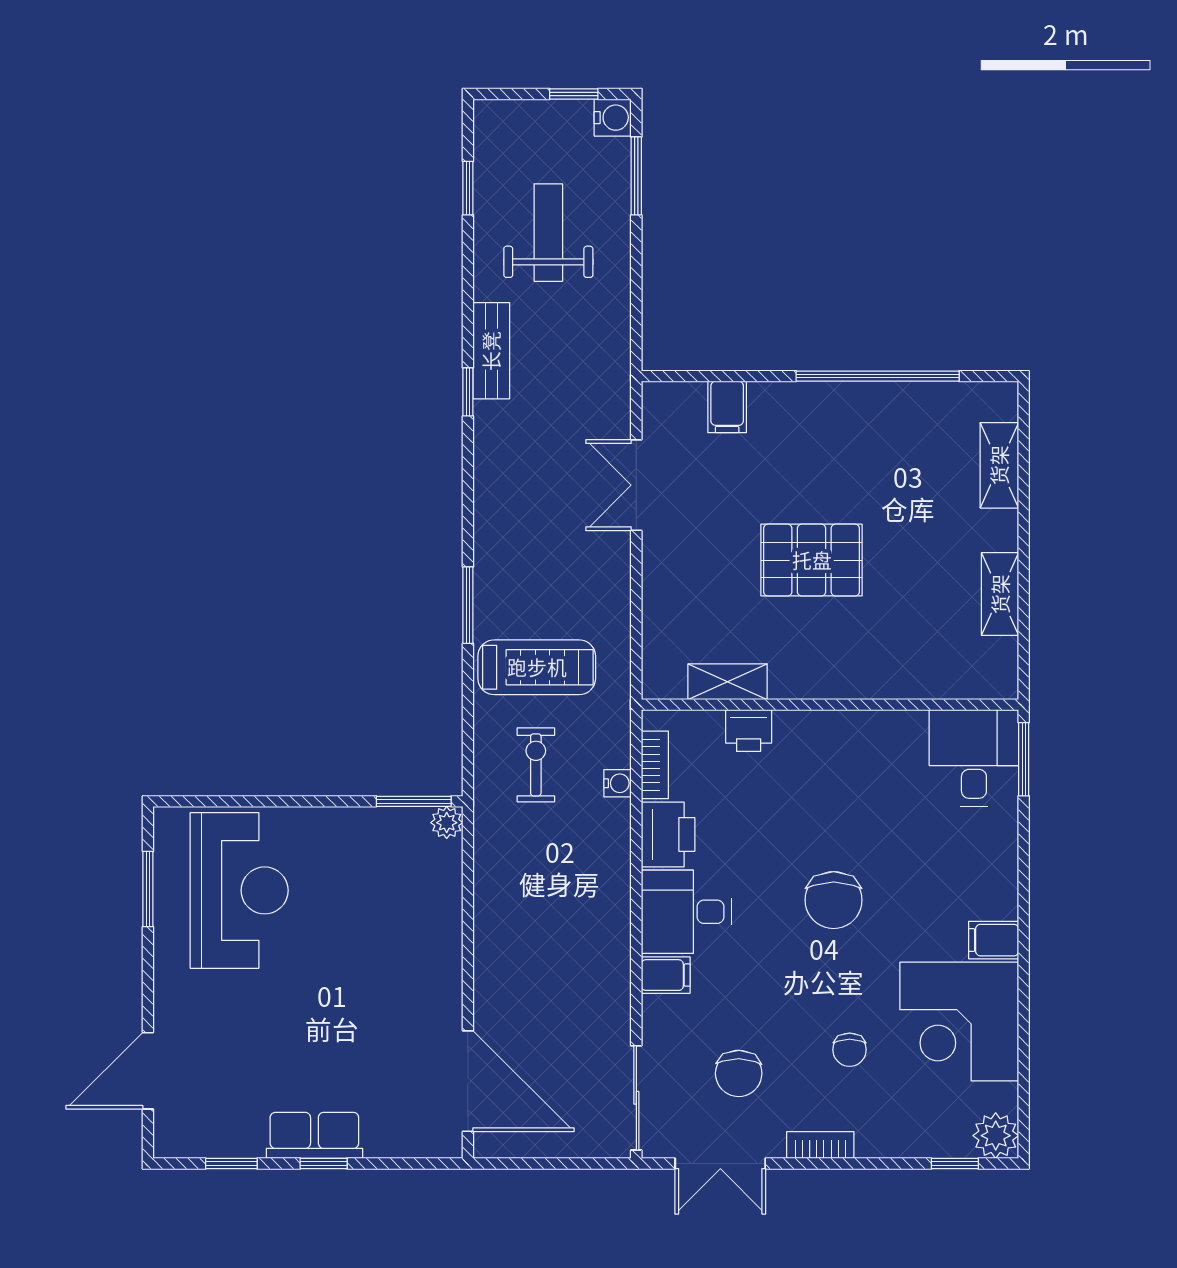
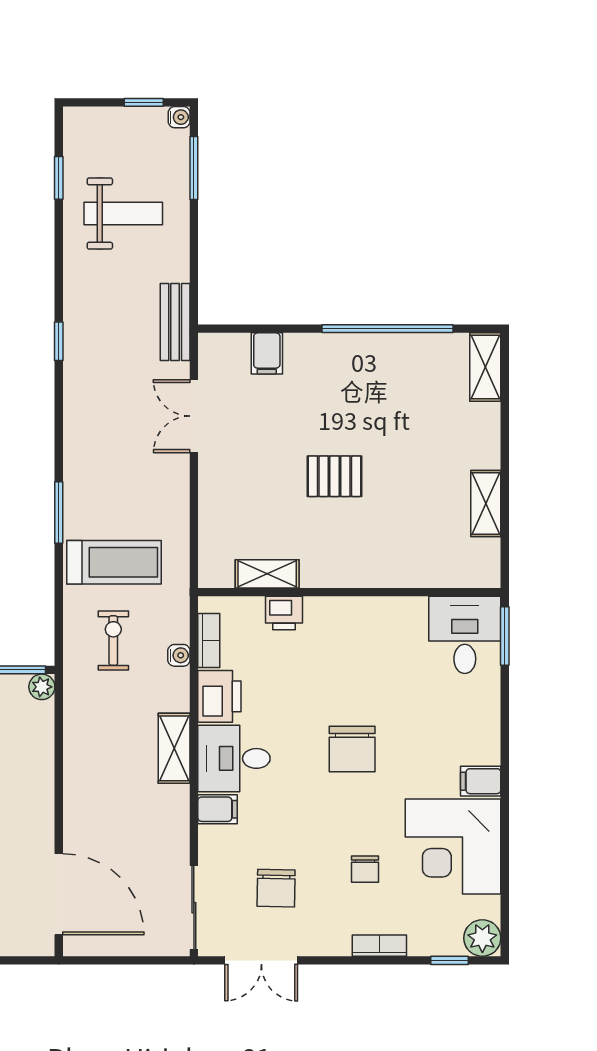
water cooler: (613, 118) -> (179, 117), width x0.72, depth x0.72
weight bench: (548, 233) -> (123, 214), turned 90
bench: (491, 351) -> (175, 322), moved
shelving: (999, 465) -> (485, 367), moved
pallet: (812, 560) -> (334, 476), width x0.67, depth x0.71
shelving: (612, 899) -> (174, 748), added
bookcase: (820, 1145) -> (379, 946), moved

